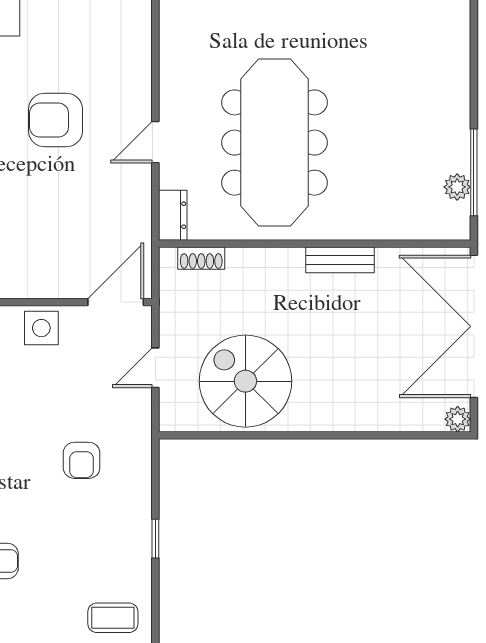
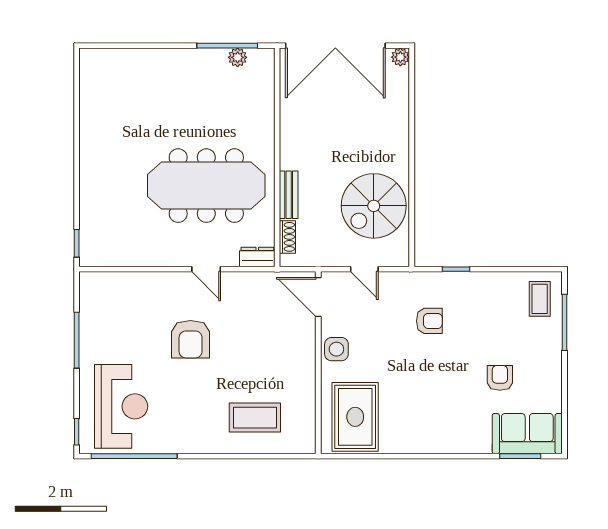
bench: (340, 260) -> (289, 195), moved
window: (155, 539) -> (456, 269), moved

